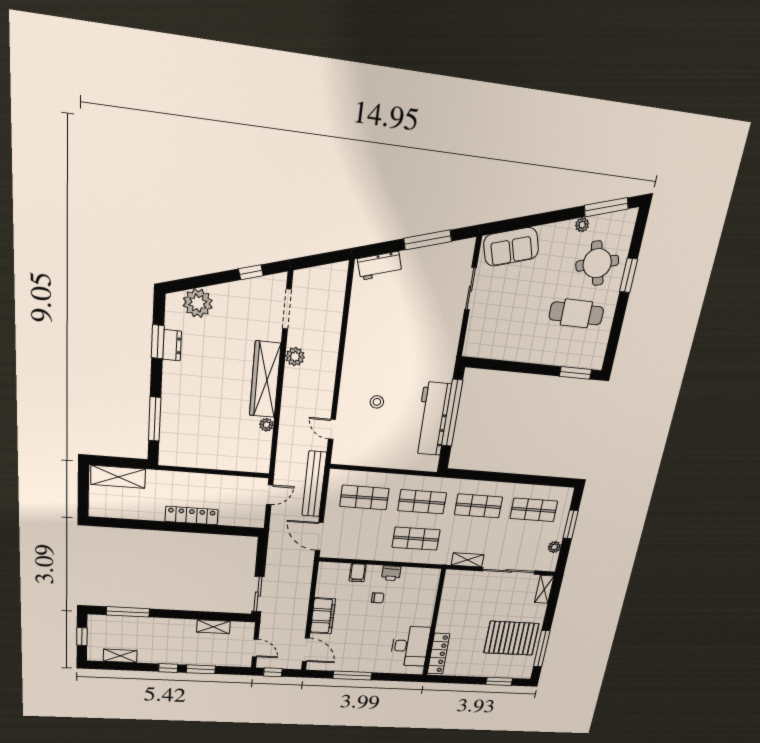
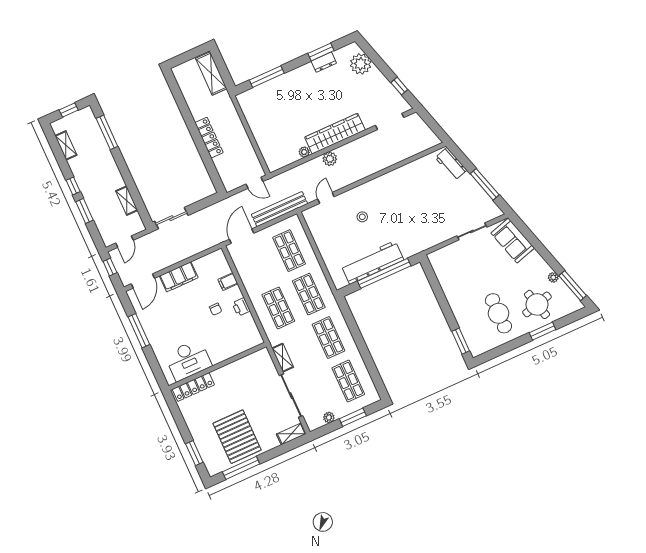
plant: (295, 357) -> (330, 159), moved

